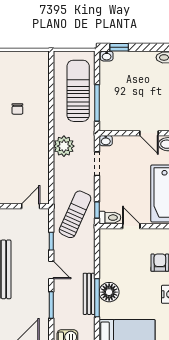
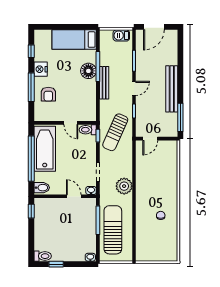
window: (119, 47) -> (56, 264), moved
sun lounger: (78, 91) -> (113, 230), turned 180
door: (149, 133) -> (74, 196), moved
door: (51, 270) -> (134, 88), swing flipped
bench: (89, 294) -> (104, 83), moved

